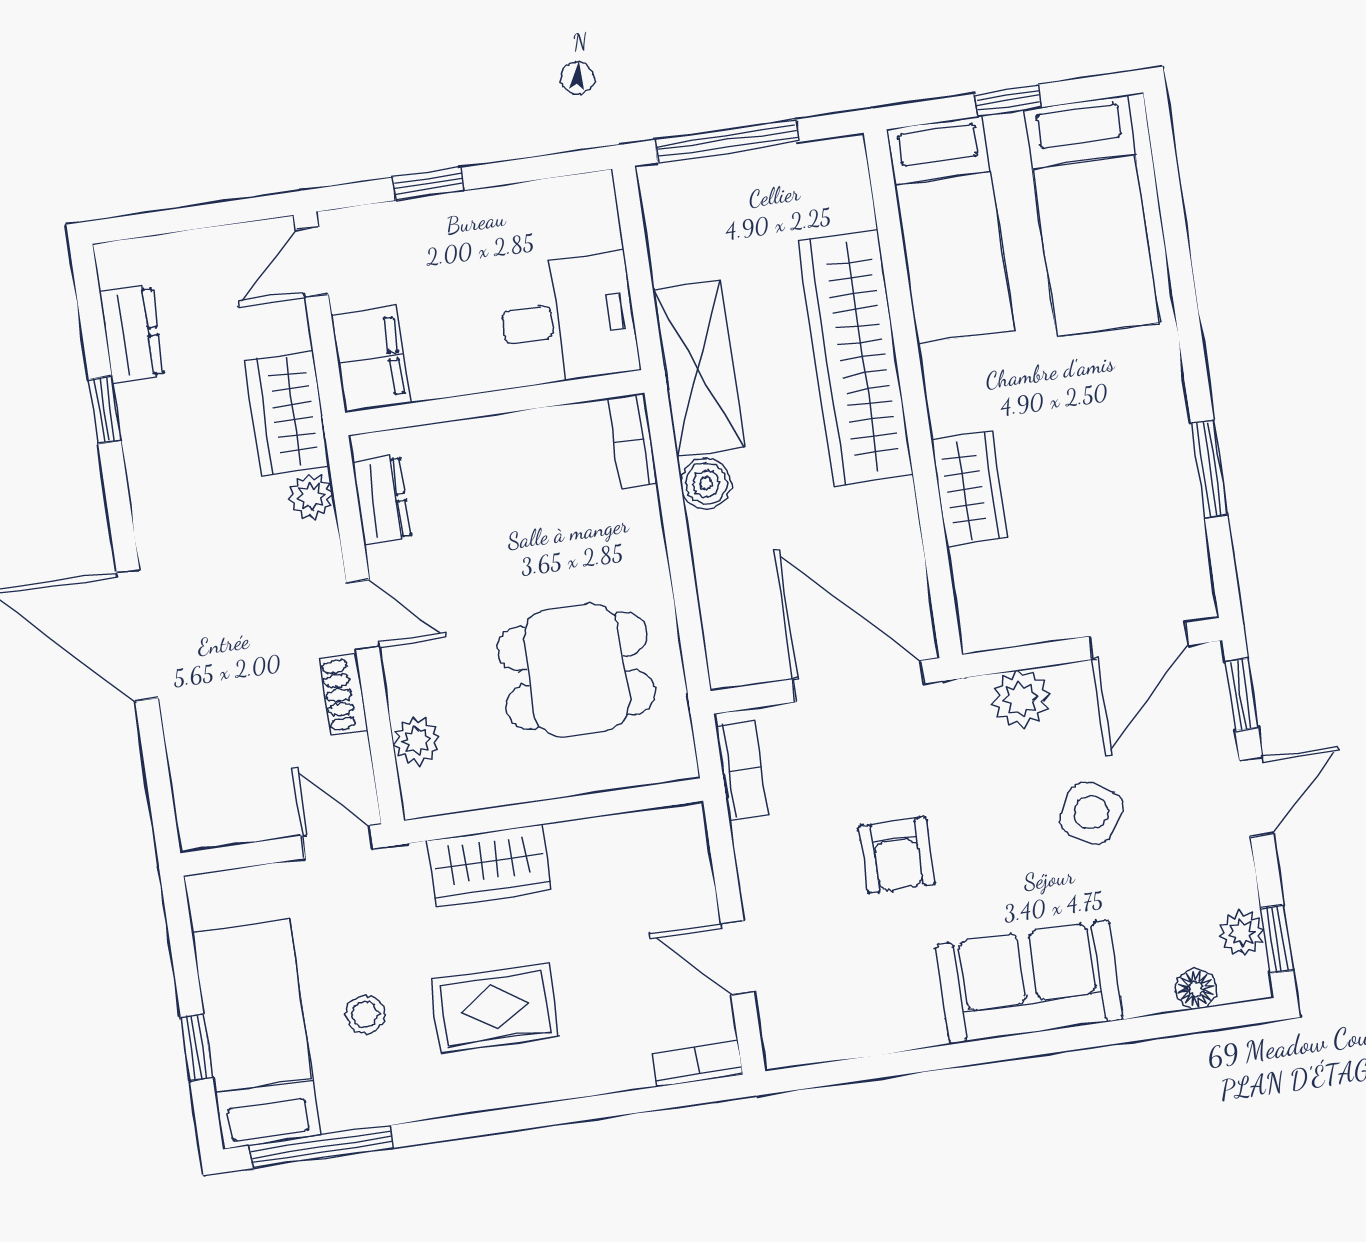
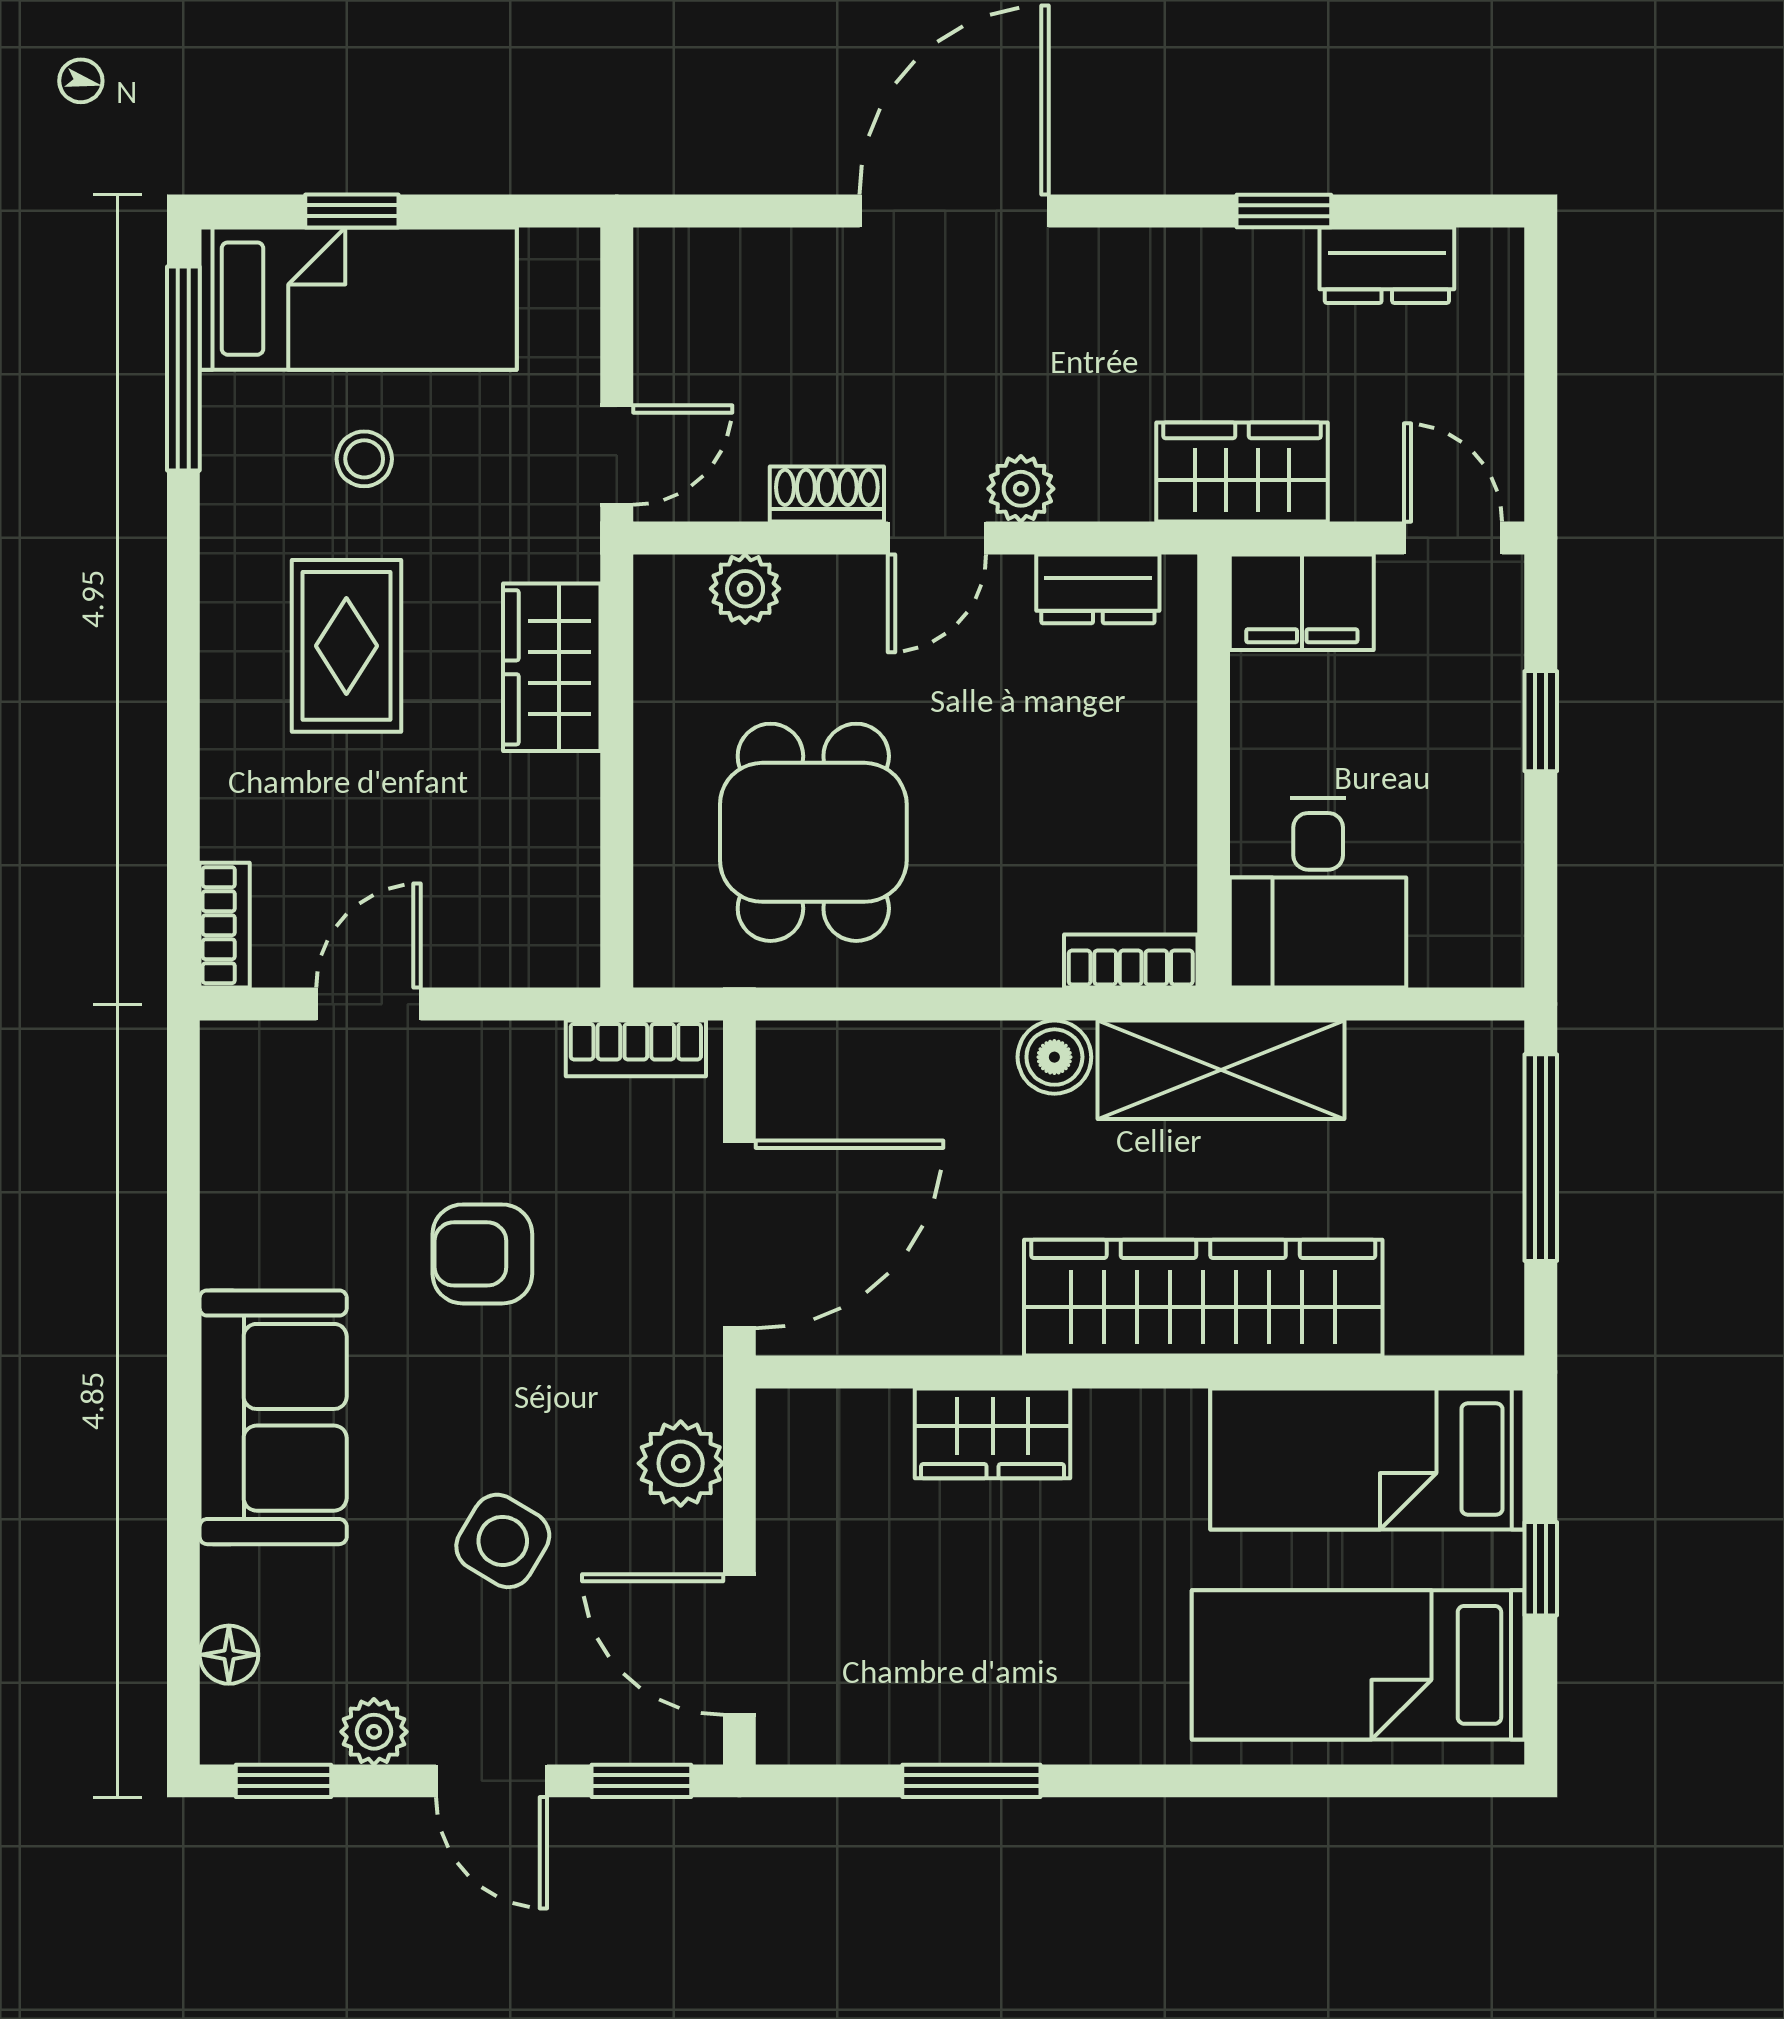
plant: (311, 496) -> (1021, 489), moved
plant: (1242, 933) -> (374, 1732), moved

